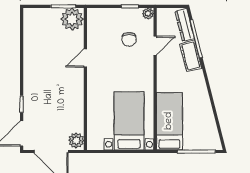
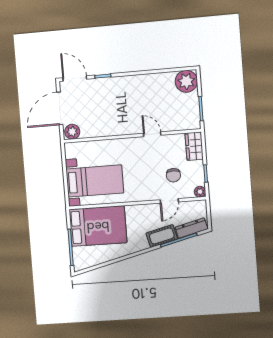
wardrobe: (101, 16) -> (194, 146), added
plant: (72, 19) -> (186, 81), moved
chair: (129, 39) -> (173, 175), turned -90
door: (155, 46) -> (169, 201), hinge flipped
bed: (169, 121) -> (98, 226), width x1.50

